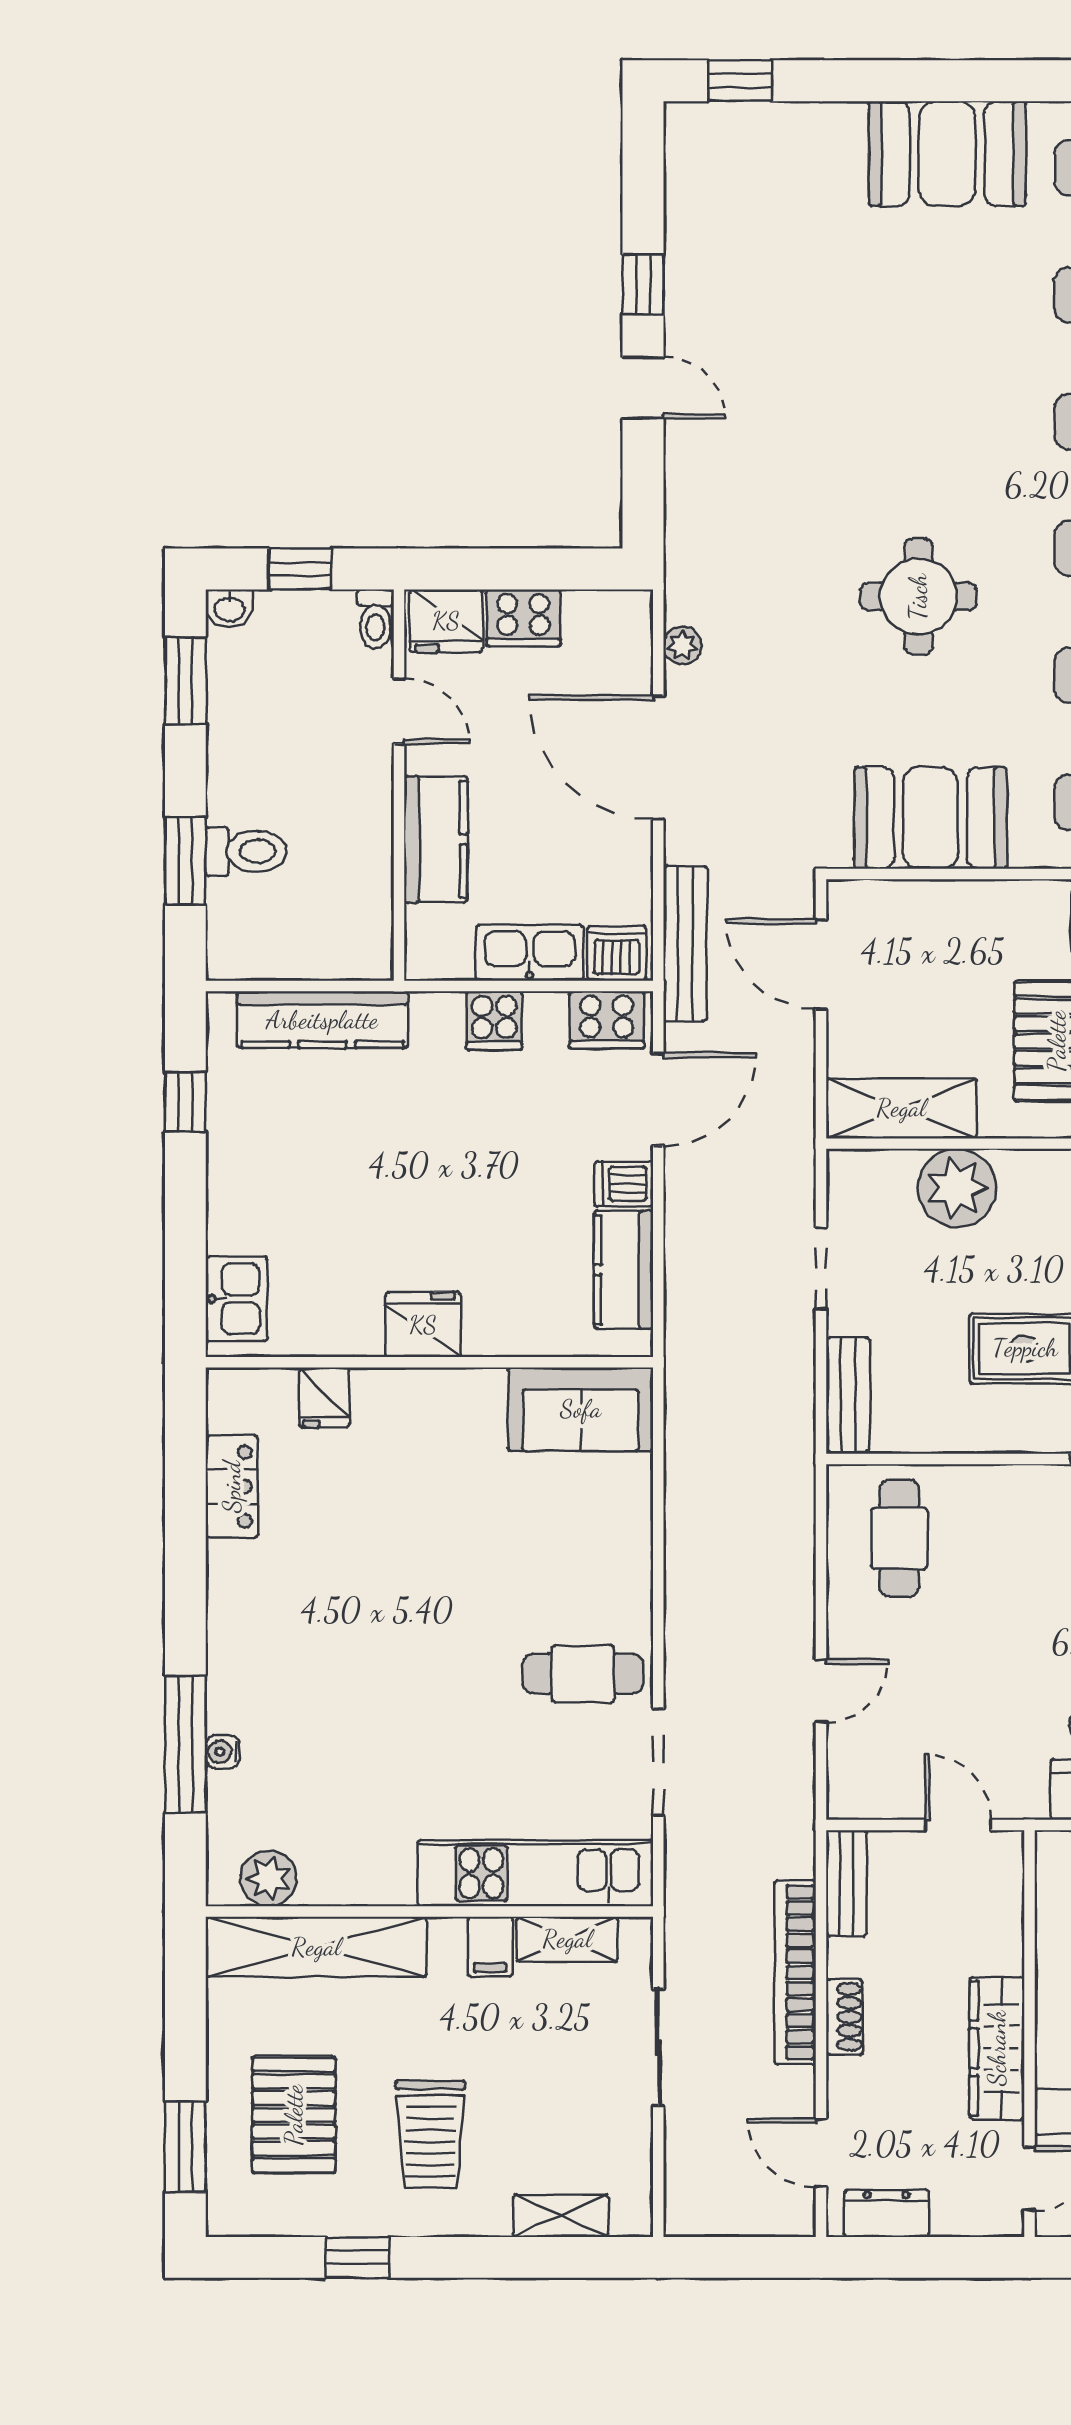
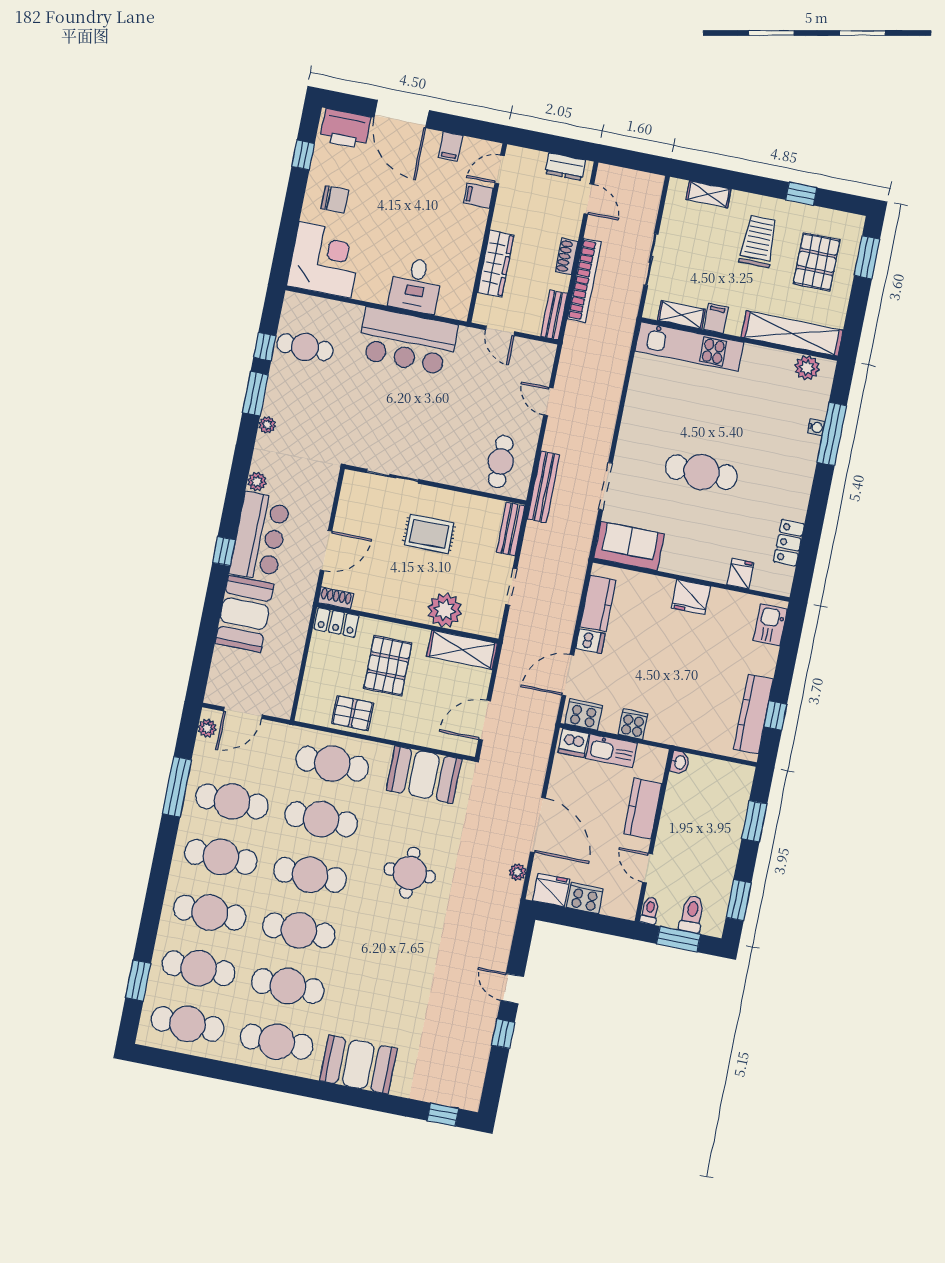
window: (300, 569) -> (678, 939), width x1.50
washbasin: (229, 608) -> (680, 762), moved, turned 90
fridge: (446, 621) -> (551, 890), moved
toilet: (246, 851) -> (692, 914), moved, turned 90
bench: (685, 943) -> (543, 487), moved
door: (821, 964) -> (485, 720), swing flipped
kitchen counter: (322, 1020) -> (753, 714), moved, turned -90
cafe table: (583, 1674) -> (701, 472), moved, width x1.37, depth x1.35
door: (821, 1691) -> (548, 402), hinge flipped
doorway: (658, 1762) -> (606, 486), moved
wardrobe: (997, 2048) -> (496, 264), moved

